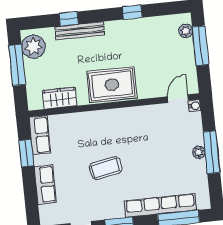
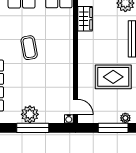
rug: (112, 85) -> (113, 77), moved, turned 90
plant: (199, 152) -> (30, 114), width x1.87, depth x1.87

